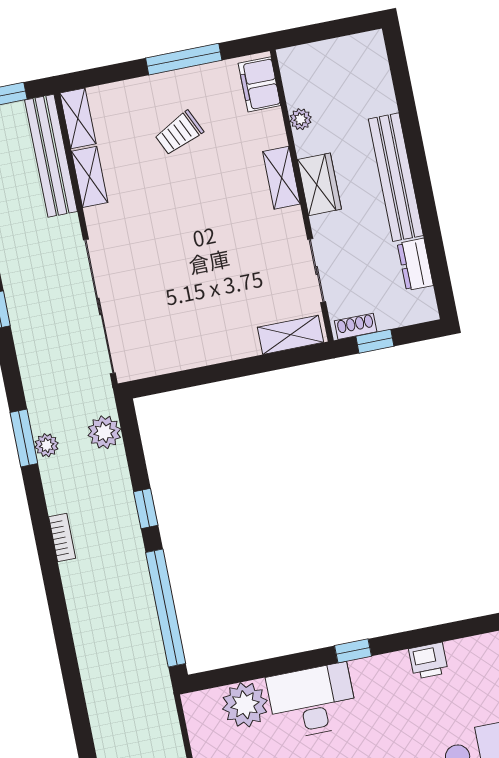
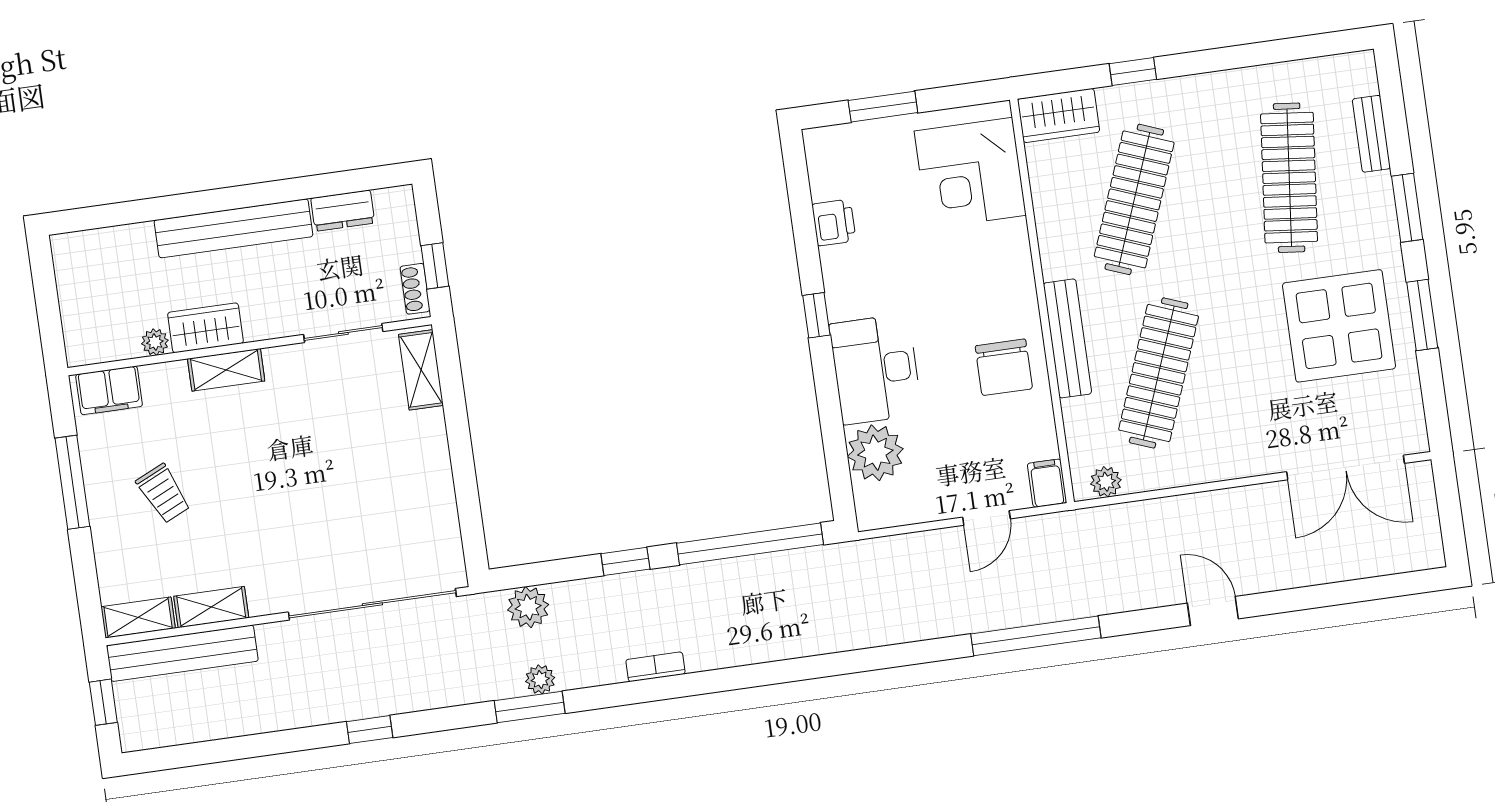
wardrobe: (319, 184) -> (205, 328), moved

